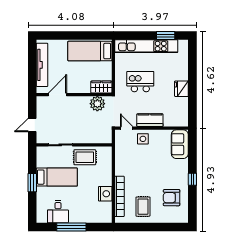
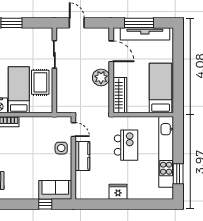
window: (32, 70) -> (139, 23), added
wardrobe: (101, 87) -> (120, 95), width x1.50
plant: (97, 104) -> (101, 77), moved
door: (127, 128) -> (73, 130), hinge flipped
bed: (57, 177) -> (19, 90), moved, turned 180
window: (192, 179) -> (45, 204), moved

